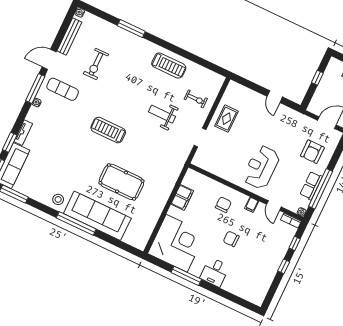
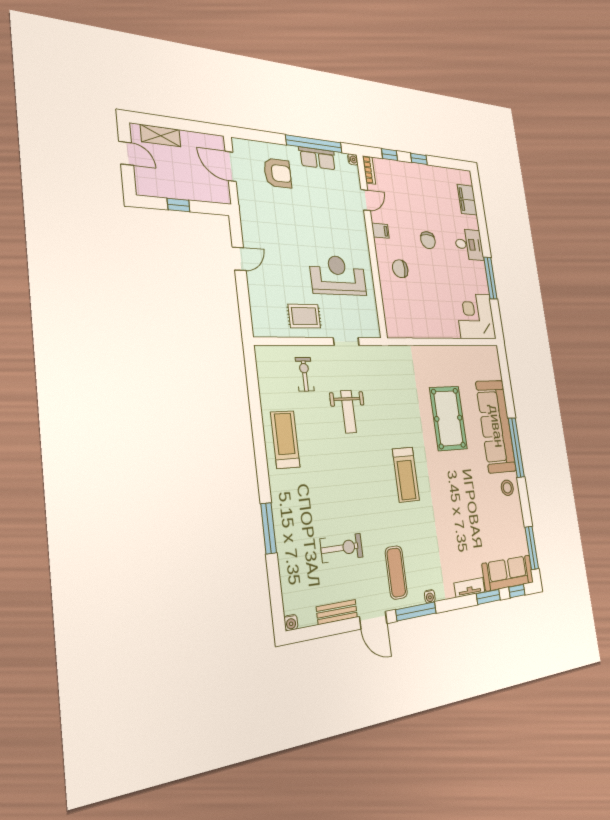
bench: (69, 36) -> (337, 612), width x0.73
reception desk: (261, 167) -> (338, 275), moved, turned 180
filing cabinet: (182, 197) -> (467, 200), moved, turned -90
corner desk: (177, 243) -> (476, 316), width x0.74, depth x0.74

